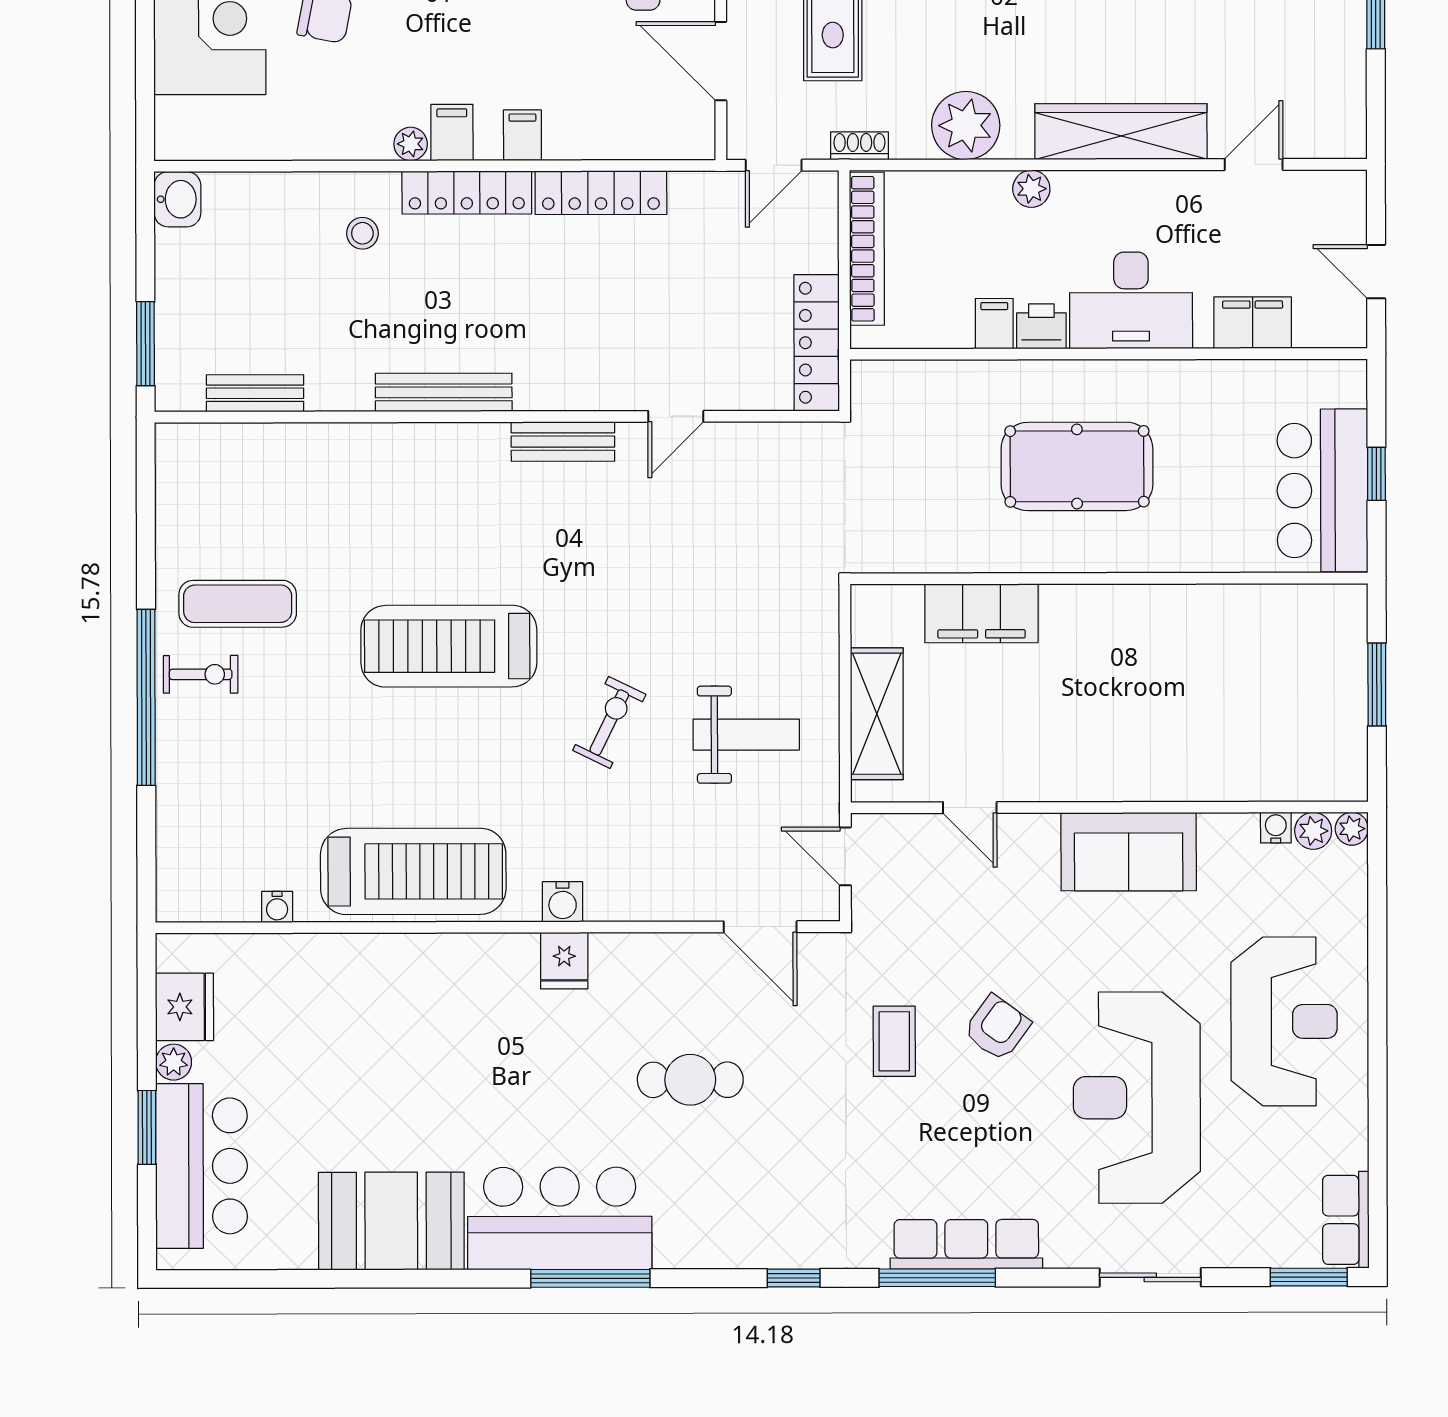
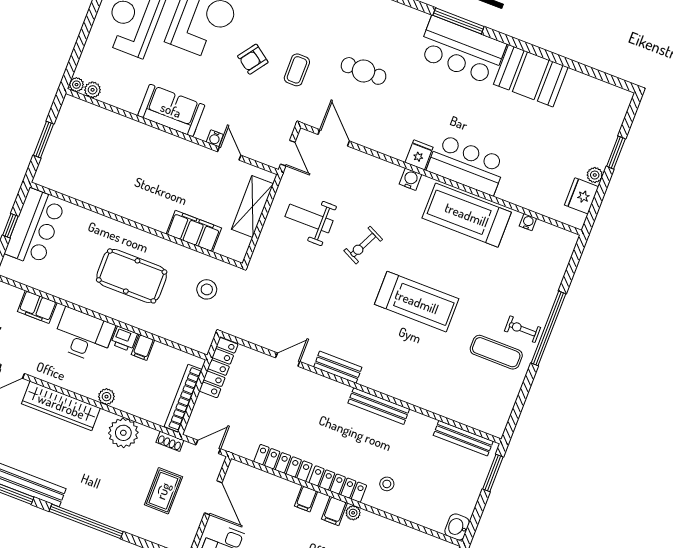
bench: (255, 393) -> (463, 438), width x1.36
stool: (906, 499) -> (207, 289), added
water cooler: (1276, 828) -> (215, 138), moved
cafe table: (690, 1080) -> (364, 71), moved
bar counter: (202, 1166) -> (467, 165), moved, turned 90

